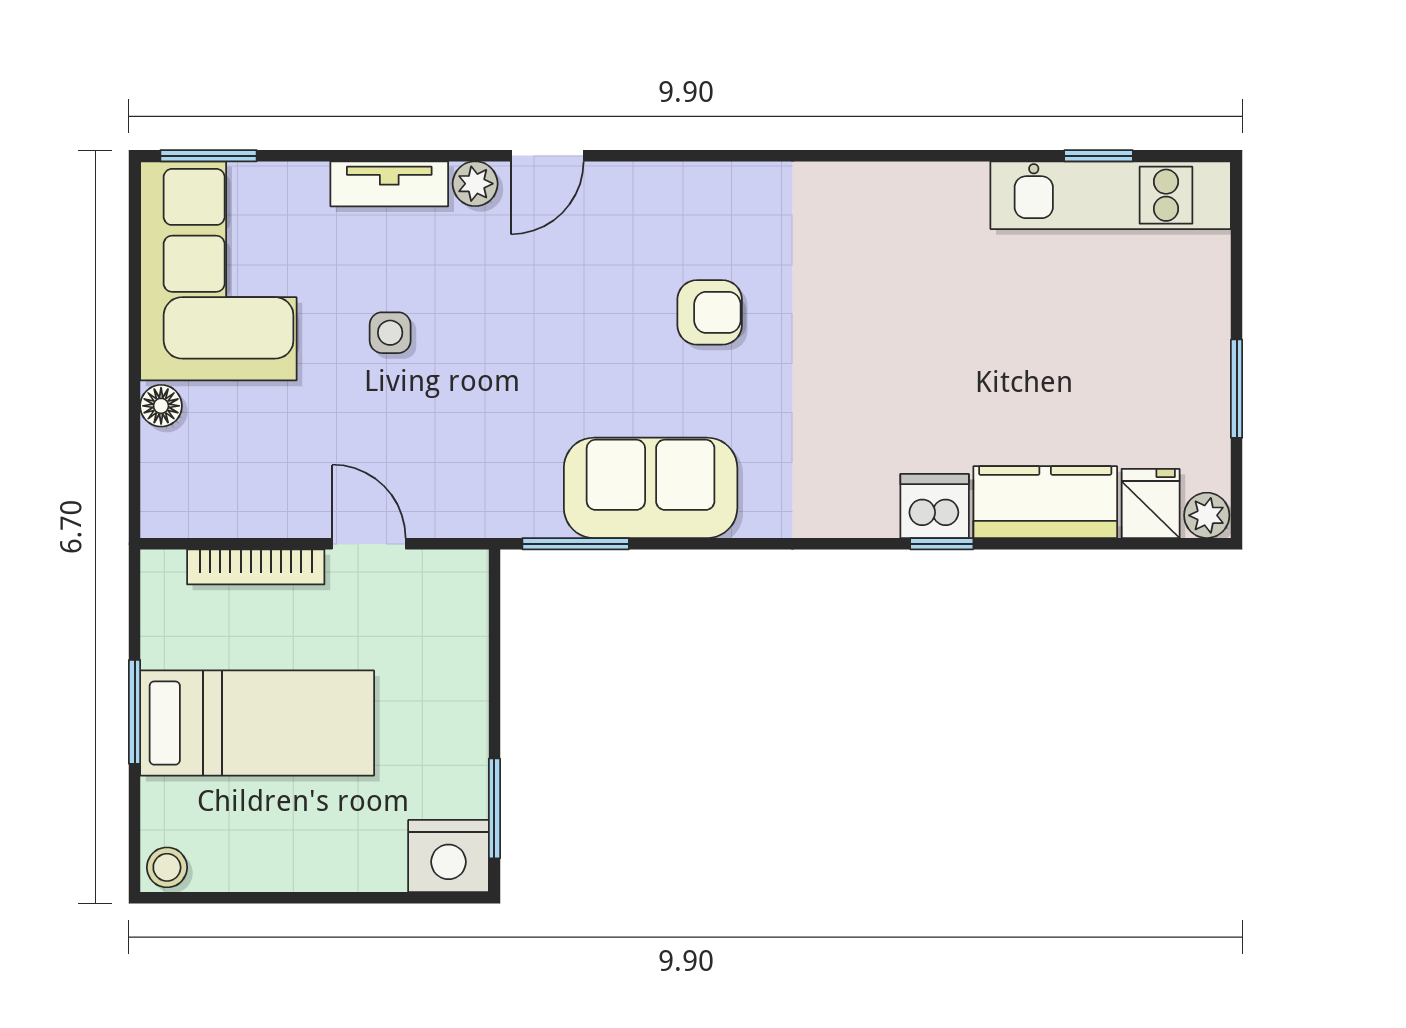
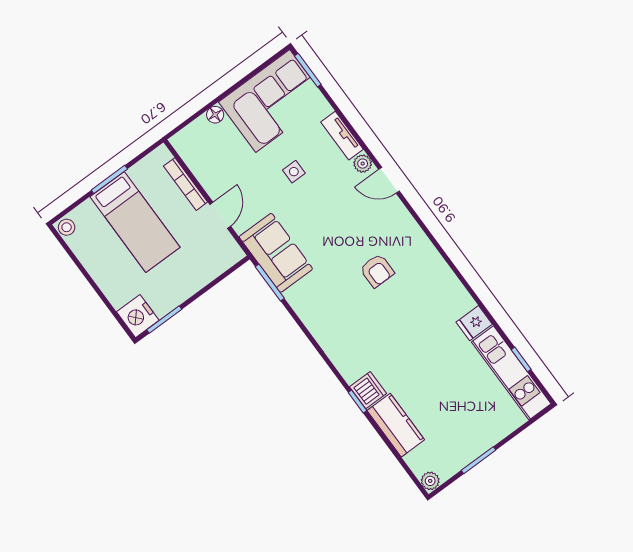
sofa: (651, 488) -> (276, 253), moved
fridge: (1151, 503) -> (474, 323), moved, turned 180

